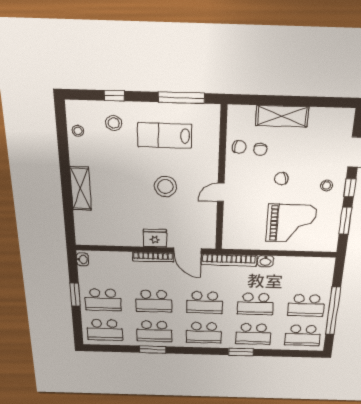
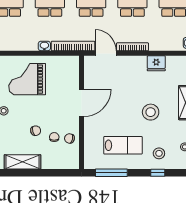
shelving: (282, 116) -> (23, 162), moved
chair: (281, 179) -> (36, 131), moved
stool: (165, 186) -> (151, 112), moved
door: (221, 192) -> (81, 103), width x1.87
fridge: (155, 238) -> (156, 63), moved

